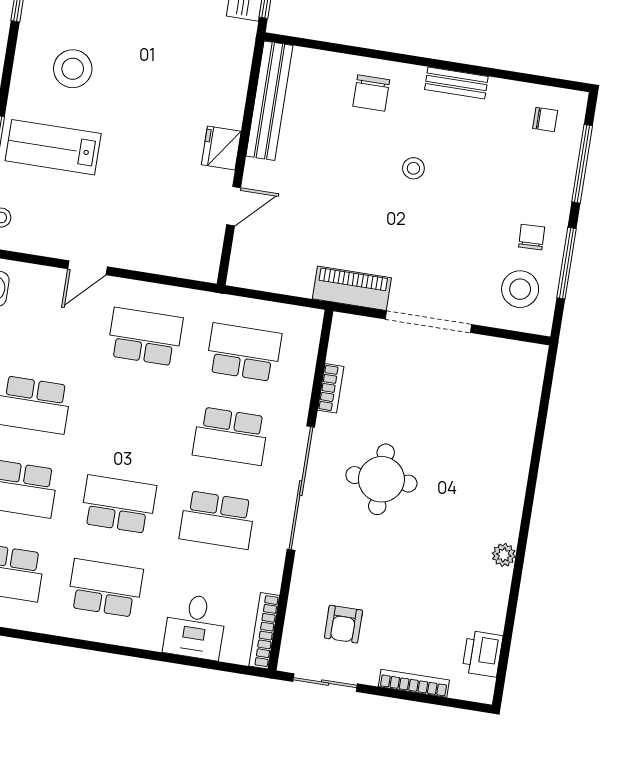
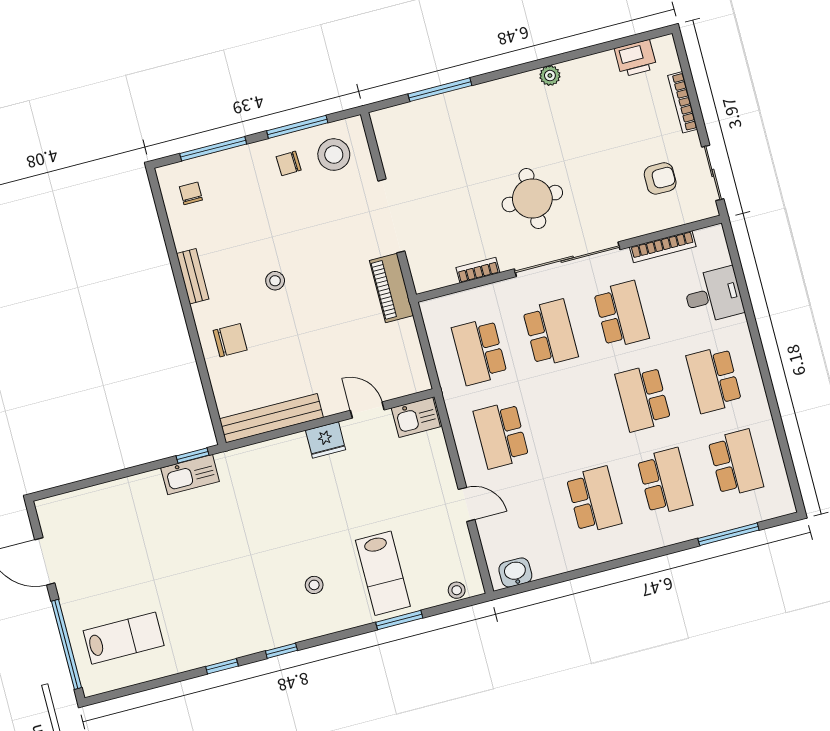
stool: (73, 69) -> (314, 585), width x0.53, depth x0.53
kitchen sink: (203, 254) -> (416, 417), added
window: (540, 432) -> (440, 90), added
bookcase: (264, 631) -> (663, 247), moved

